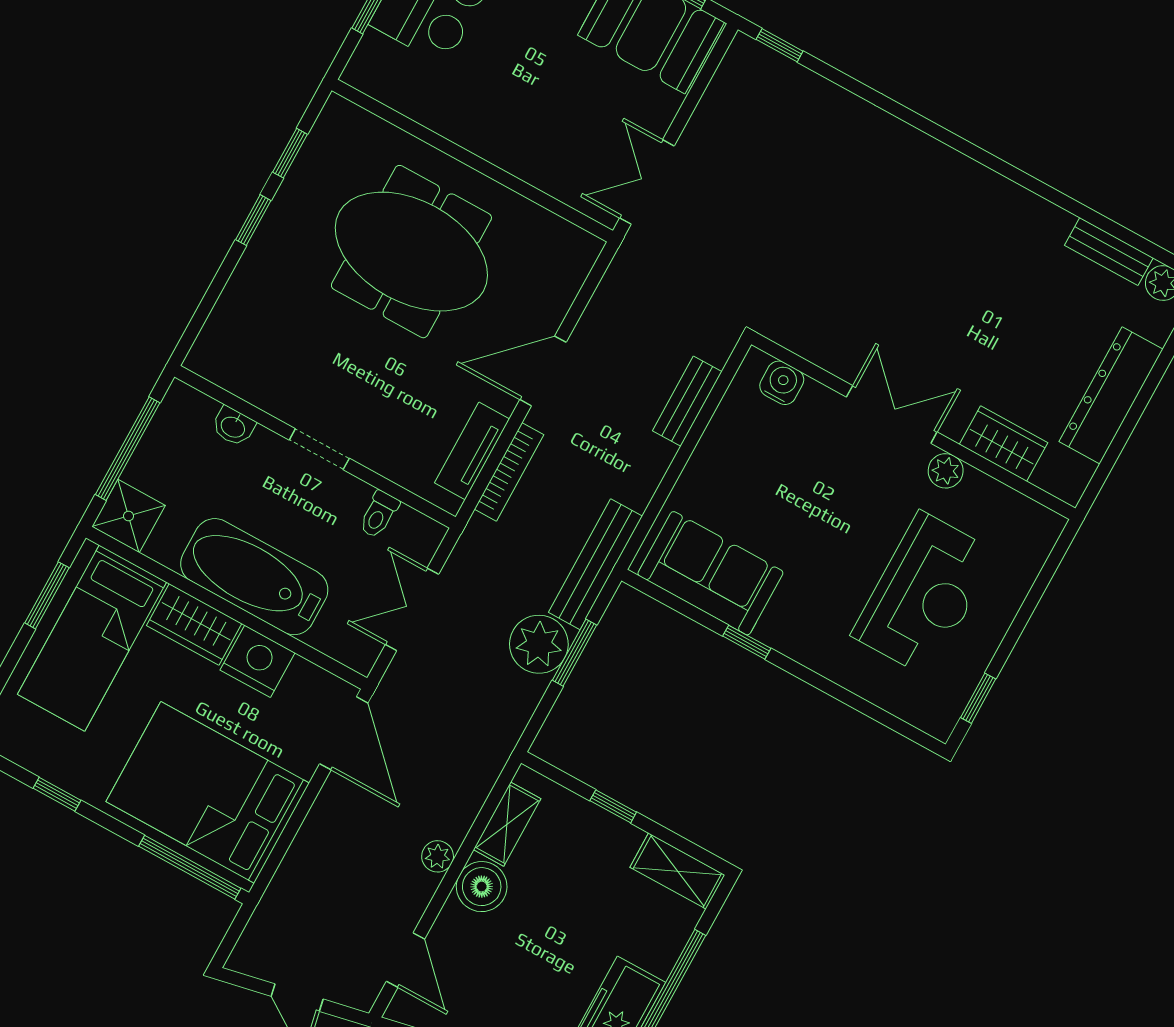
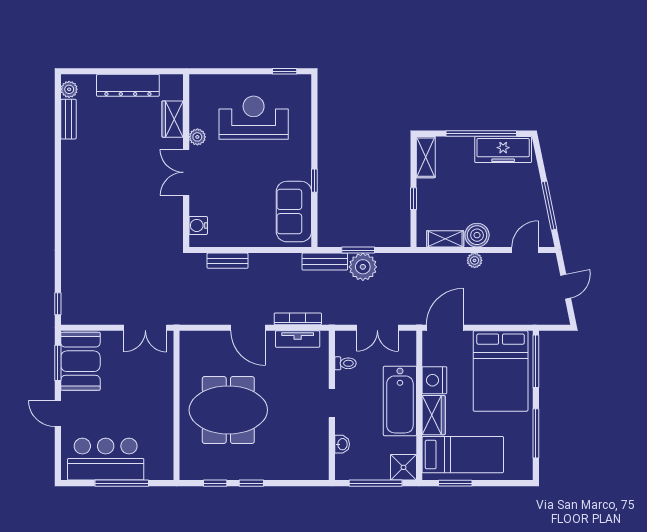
meeting table: (411, 252) -> (228, 410), turned 90
bench: (595, 564) -> (325, 262), width x0.73
window: (57, 794) -> (536, 433), width x2.17

